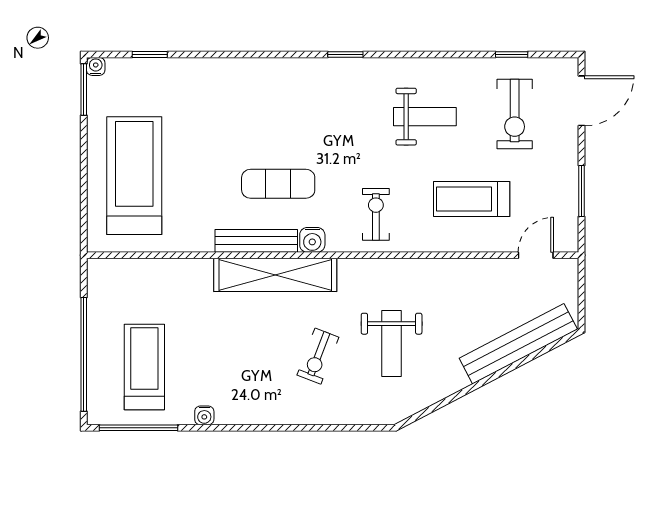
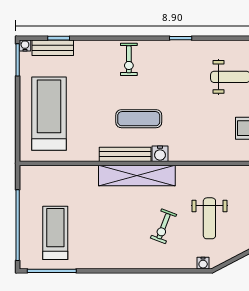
bench: (140, 70) -> (53, 48), added
exercise bike: (376, 214) -> (129, 59), moved, turned 180
water cooler: (204, 415) -> (203, 263), moved

